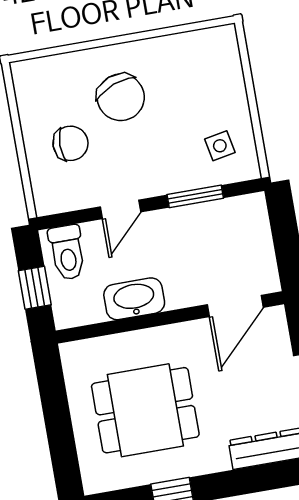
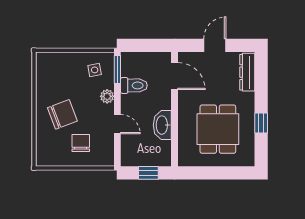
plant: (172, 180) -> (107, 96), added
window: (195, 196) -> (117, 70), moved
toilet: (67, 252) -> (134, 85), moved

